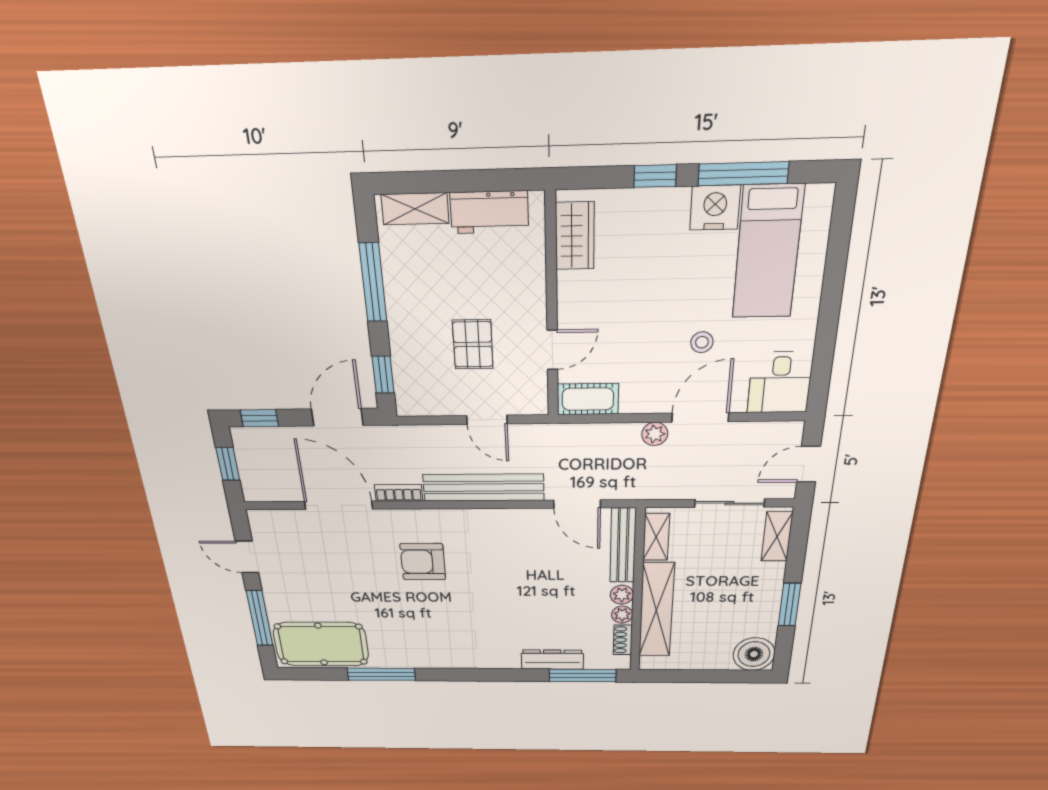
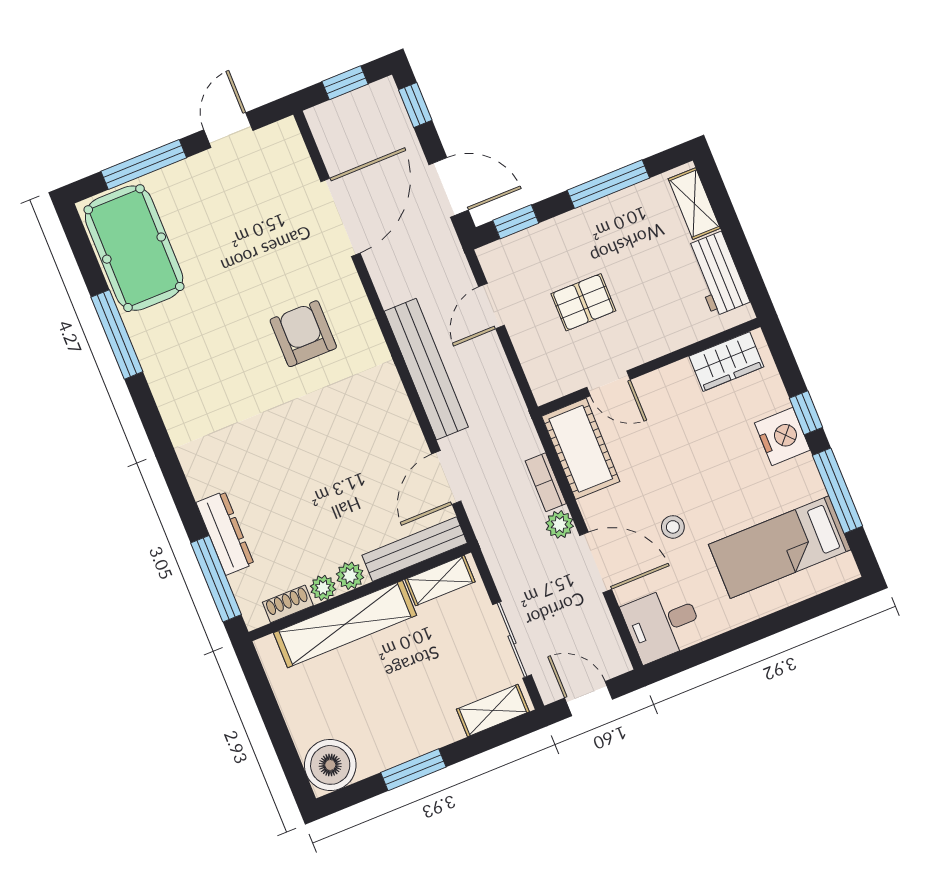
nightstand: (715, 208) -> (782, 437), moved
cot: (588, 399) -> (581, 449), width x1.37, depth x1.34
door: (487, 420) -> (491, 306), moved
bookcase: (399, 493) -> (546, 482), moved, turned 180

